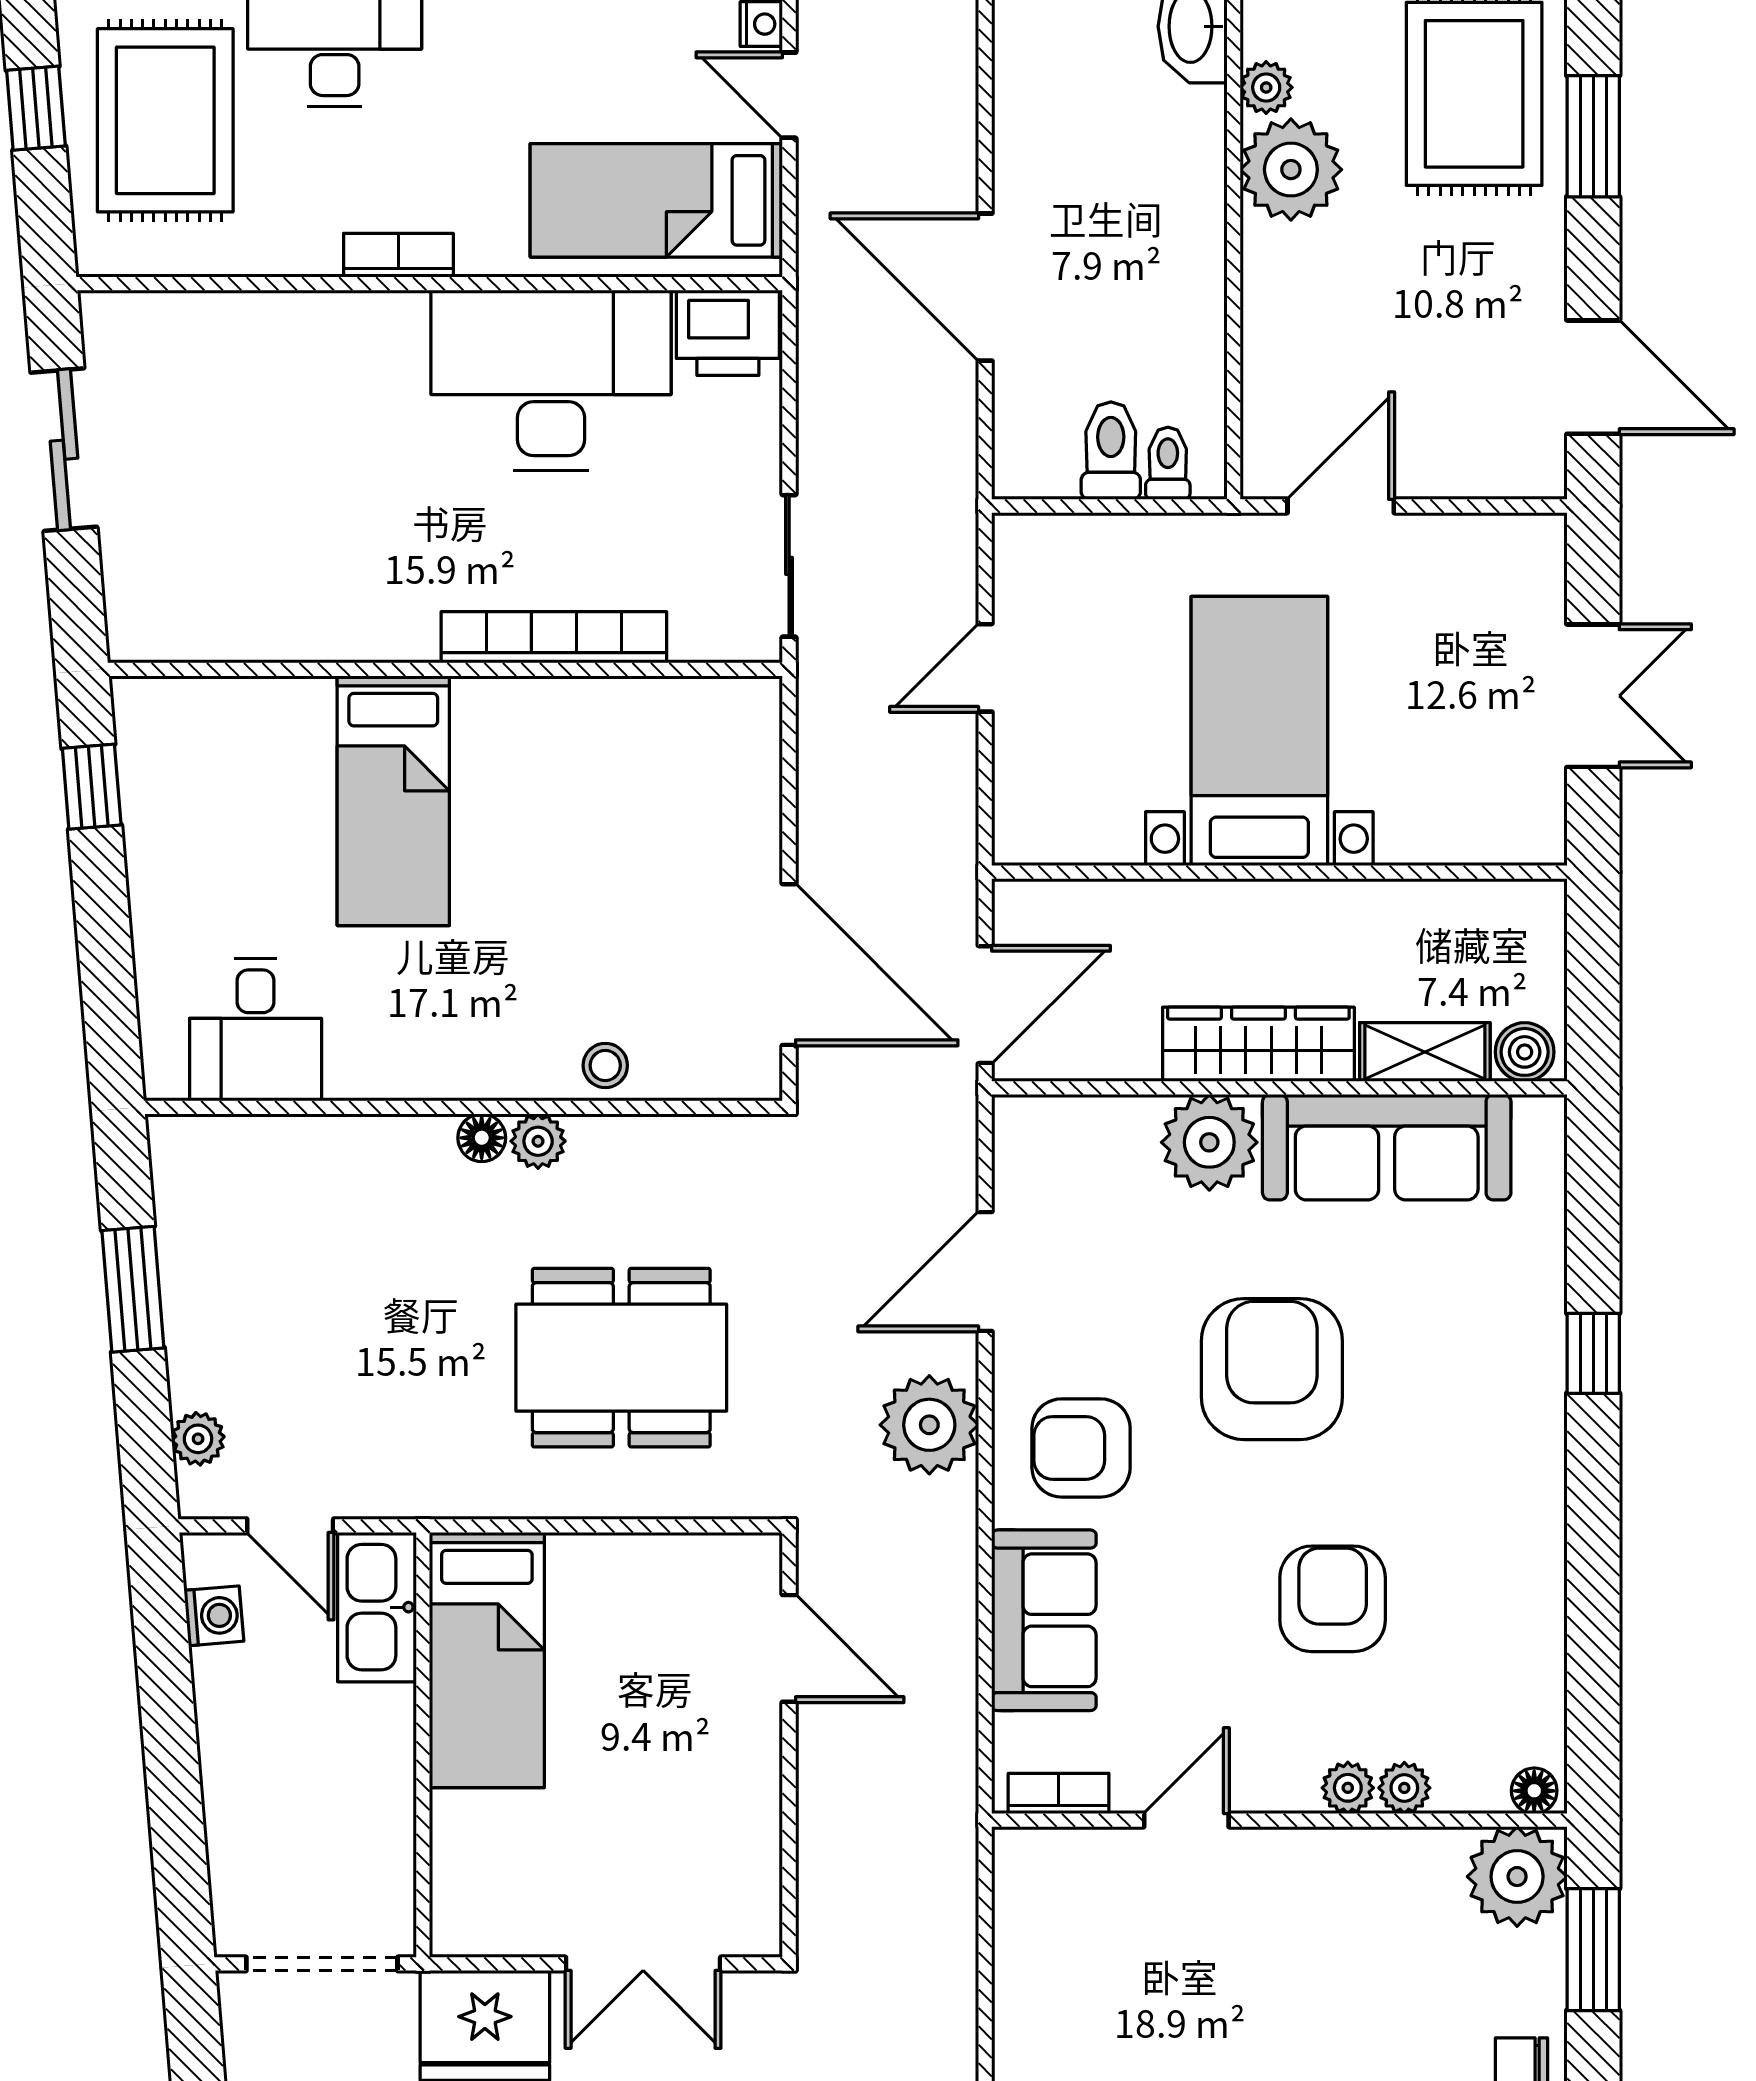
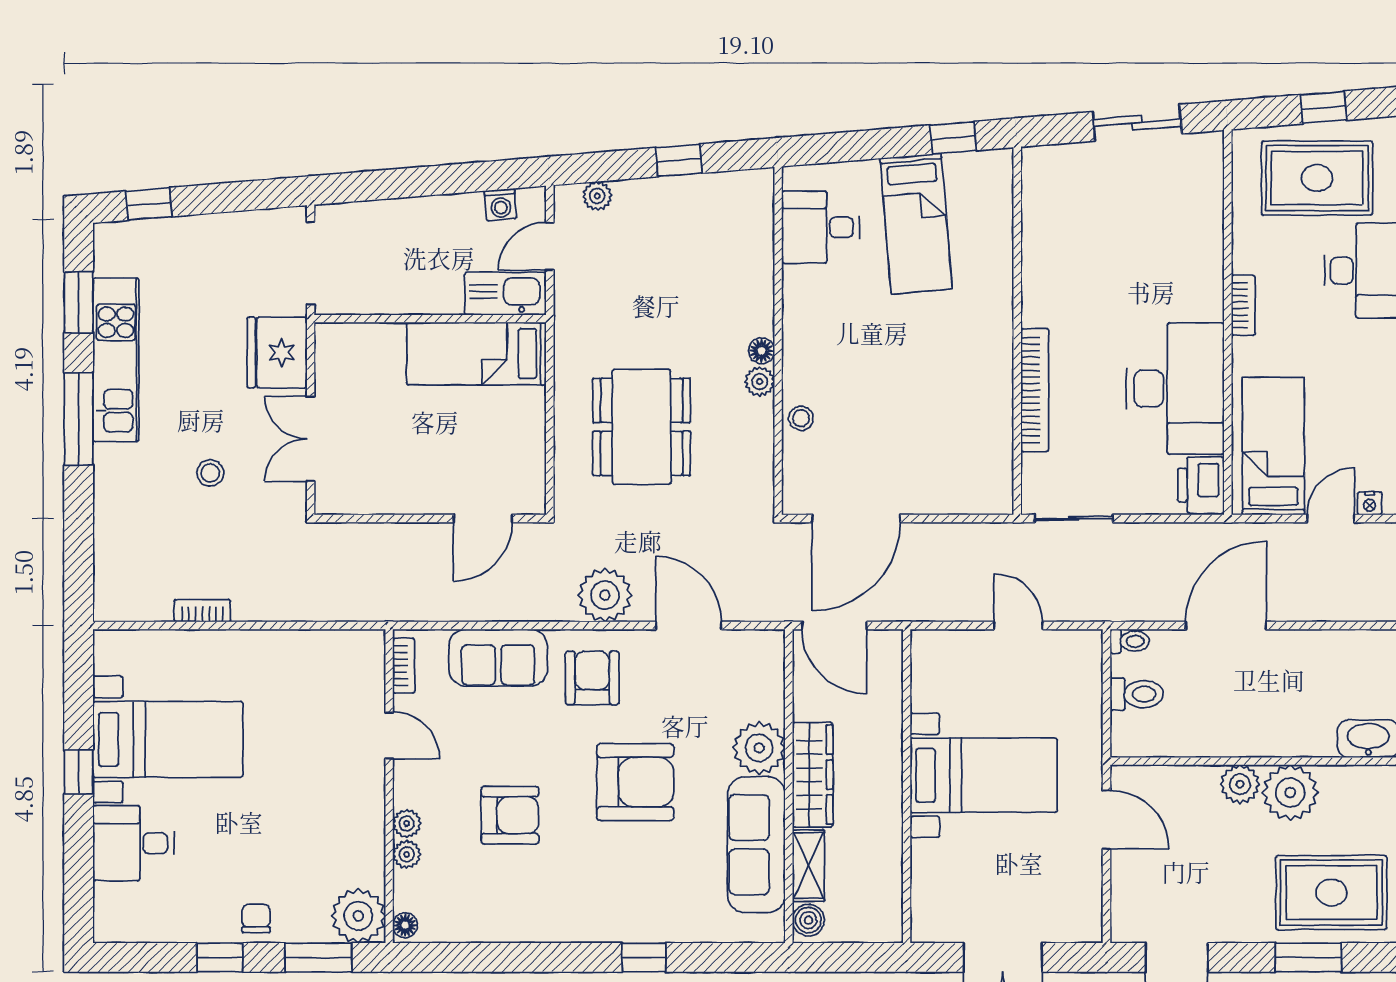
plant: (1266, 87) -> (1240, 784), moved, width x1.38, depth x1.38
toilet: (1168, 463) -> (1130, 641), moved
bed: (393, 801) -> (916, 224), moved, turned -95
window: (133, 1289) -> (679, 160), width x0.67

